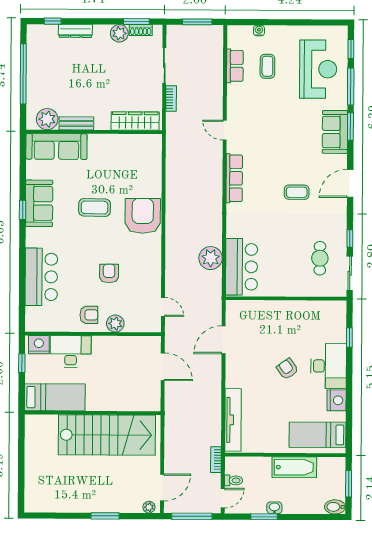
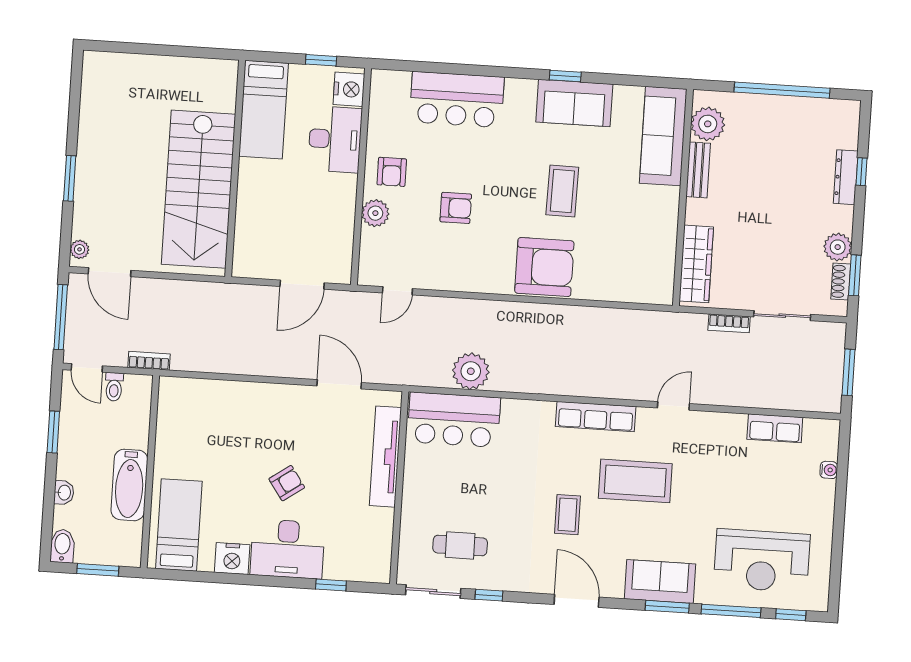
window: (53, 21) -> (862, 172), moved
coffee table: (267, 66) -> (635, 481), moved, width x1.86, depth x1.72
tv unit: (233, 420) -> (385, 457), moved, turned 90
washbasin: (274, 508) -> (64, 493), moved

